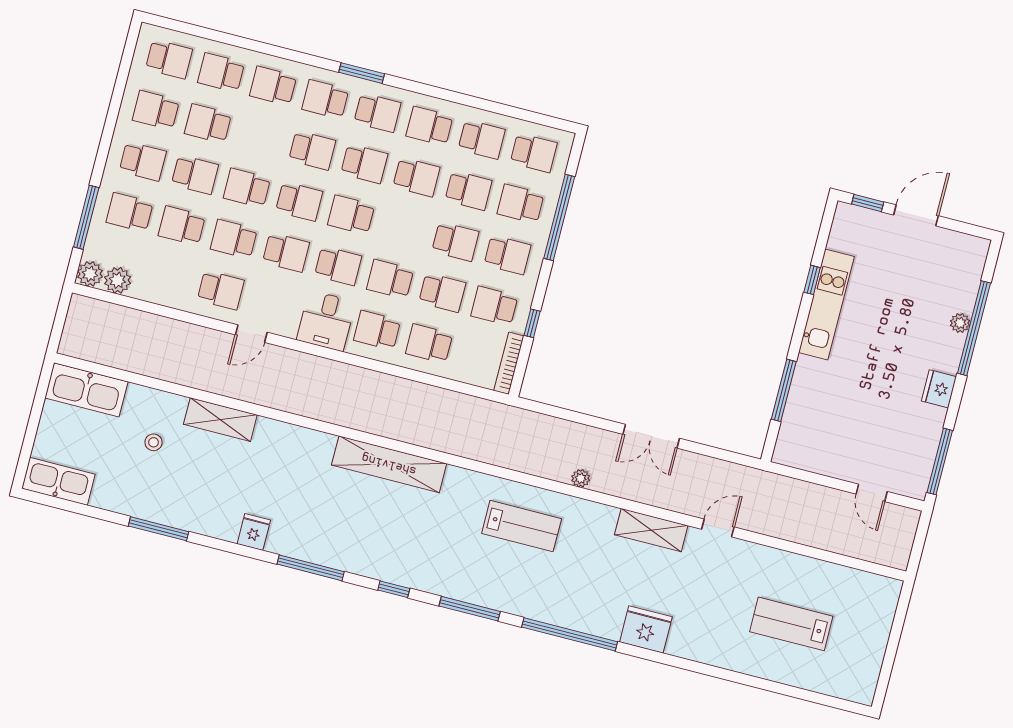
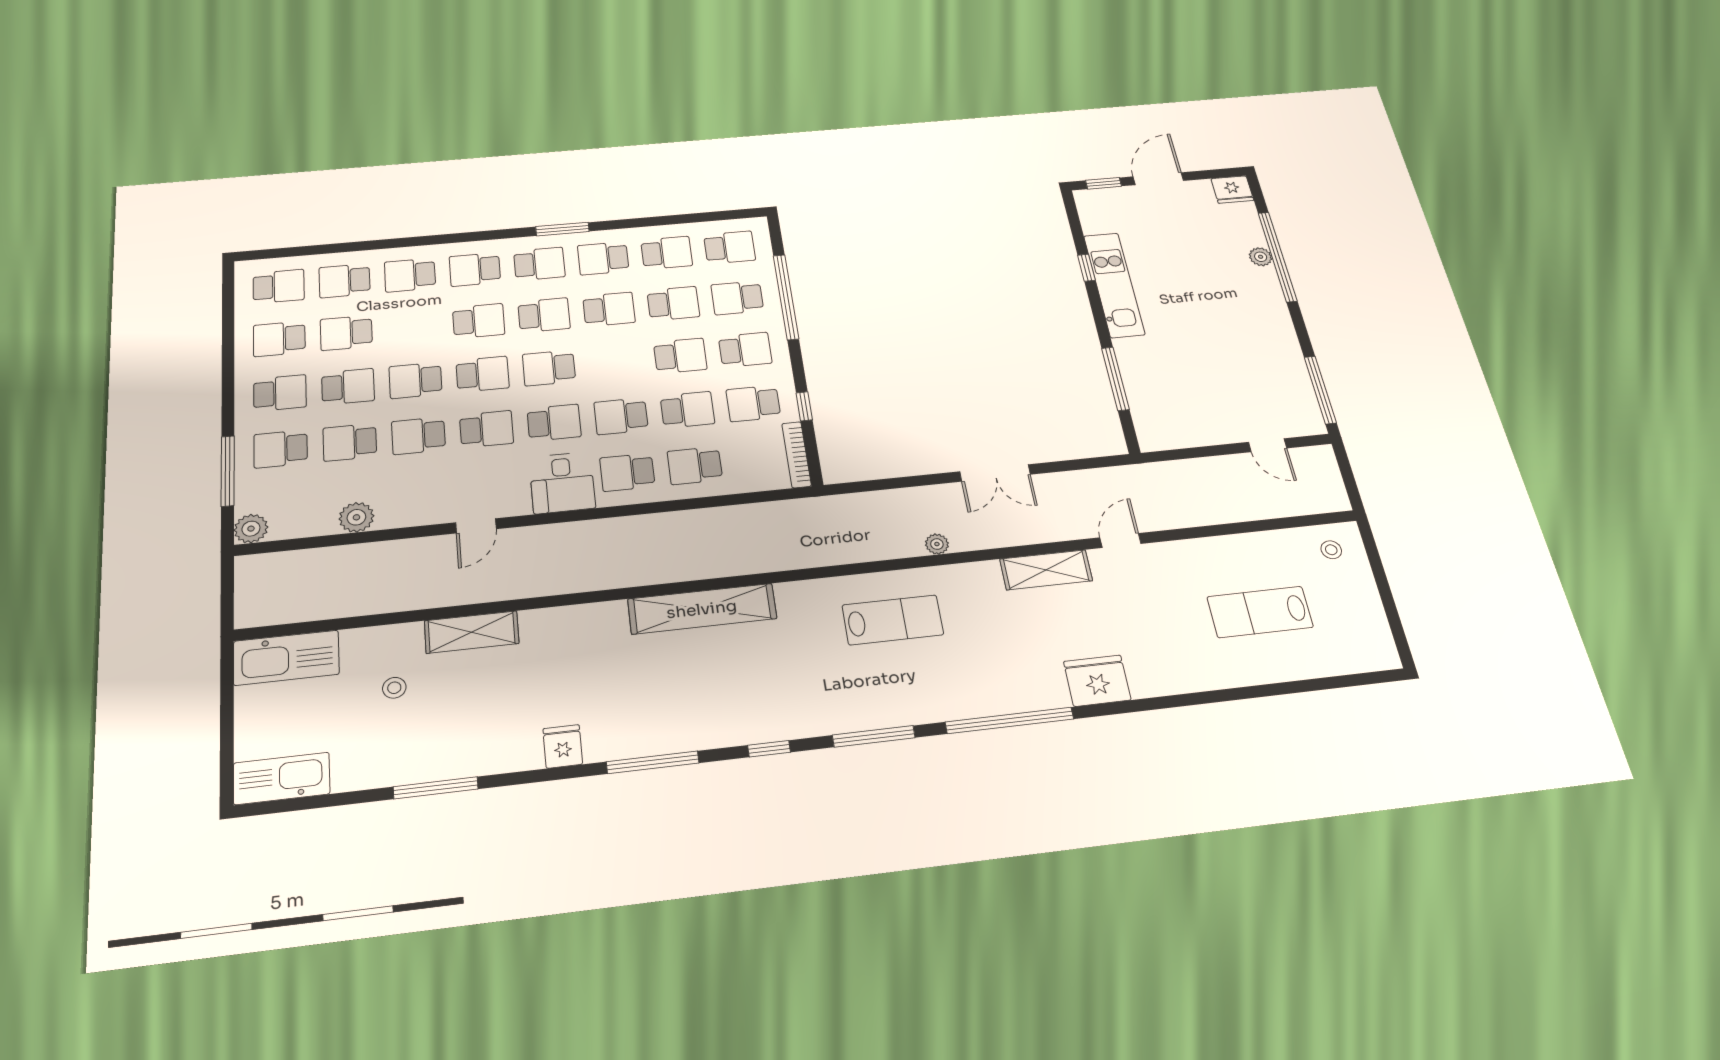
window: (362, 73) -> (562, 229), moved
plant: (118, 280) -> (356, 517), moved
school desk: (221, 290) -> (421, 493), removed
fridge: (939, 389) -> (1232, 190), moved, turned -90
stool: (872, 596) -> (1331, 550), added

